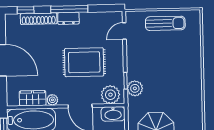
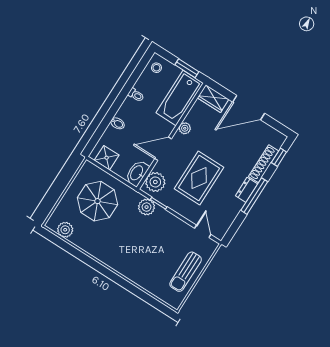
wardrobe: (33, 98) -> (213, 99), moved, turned 90

